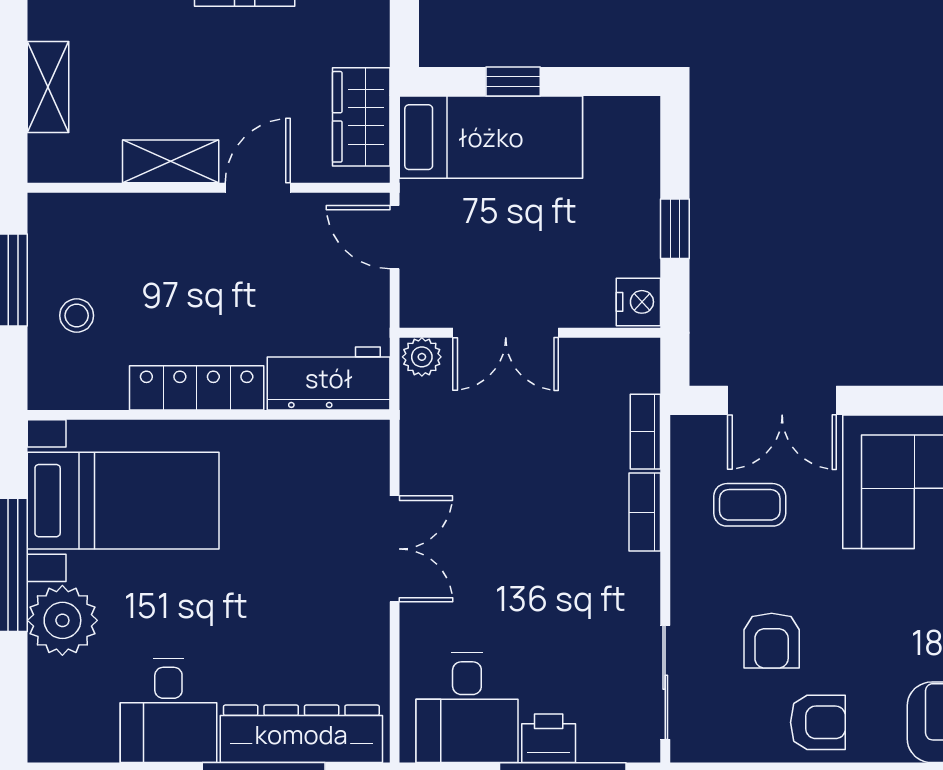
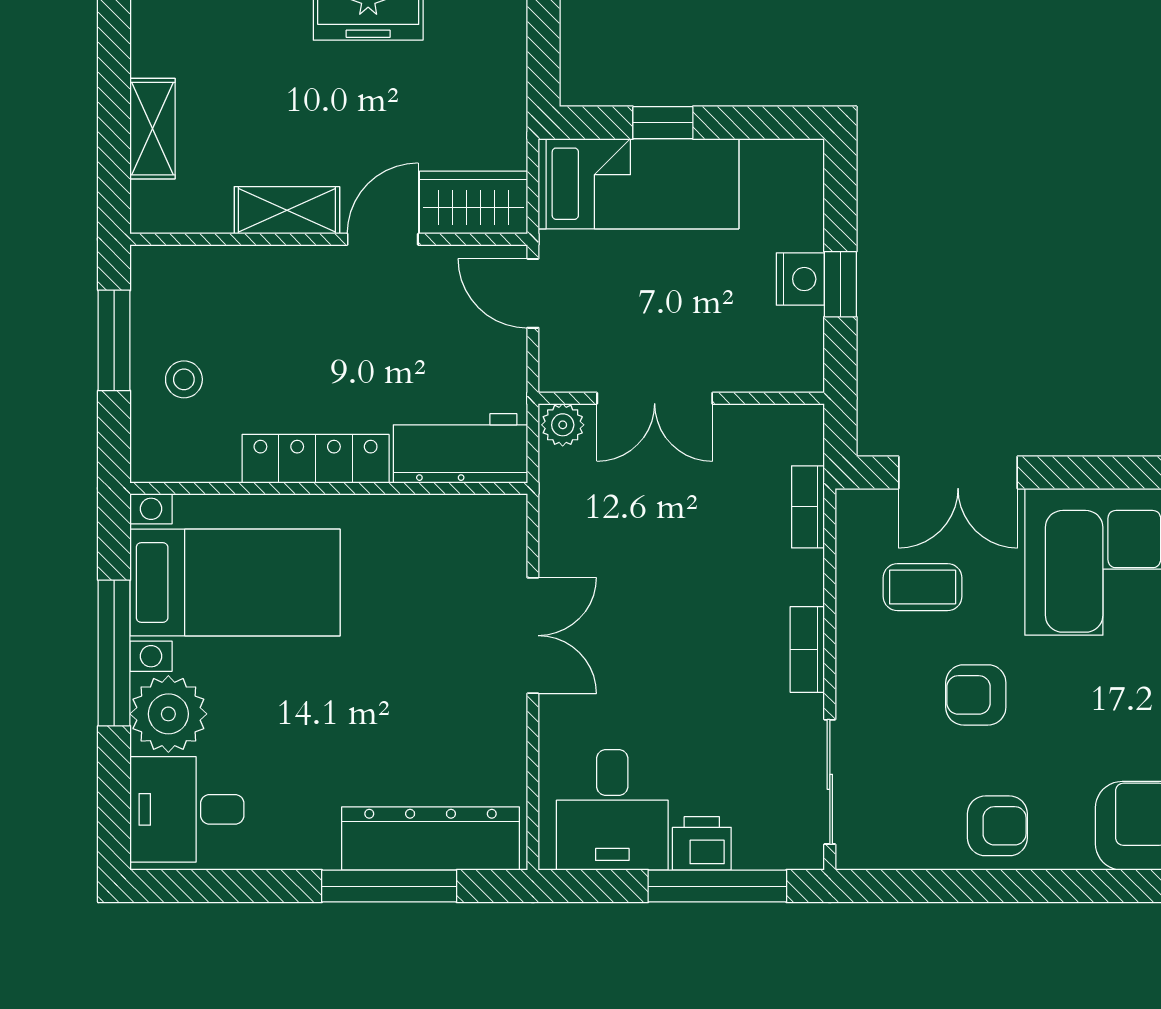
wardrobe: (361, 117) -> (474, 203), moved, turned 90
nightstand: (638, 302) -> (800, 279), moved
bookcase: (645, 512) -> (807, 649), moved
armchair: (772, 641) -> (976, 695), moved, turned 90
desk: (168, 711) -> (187, 809), moved, turned 90

